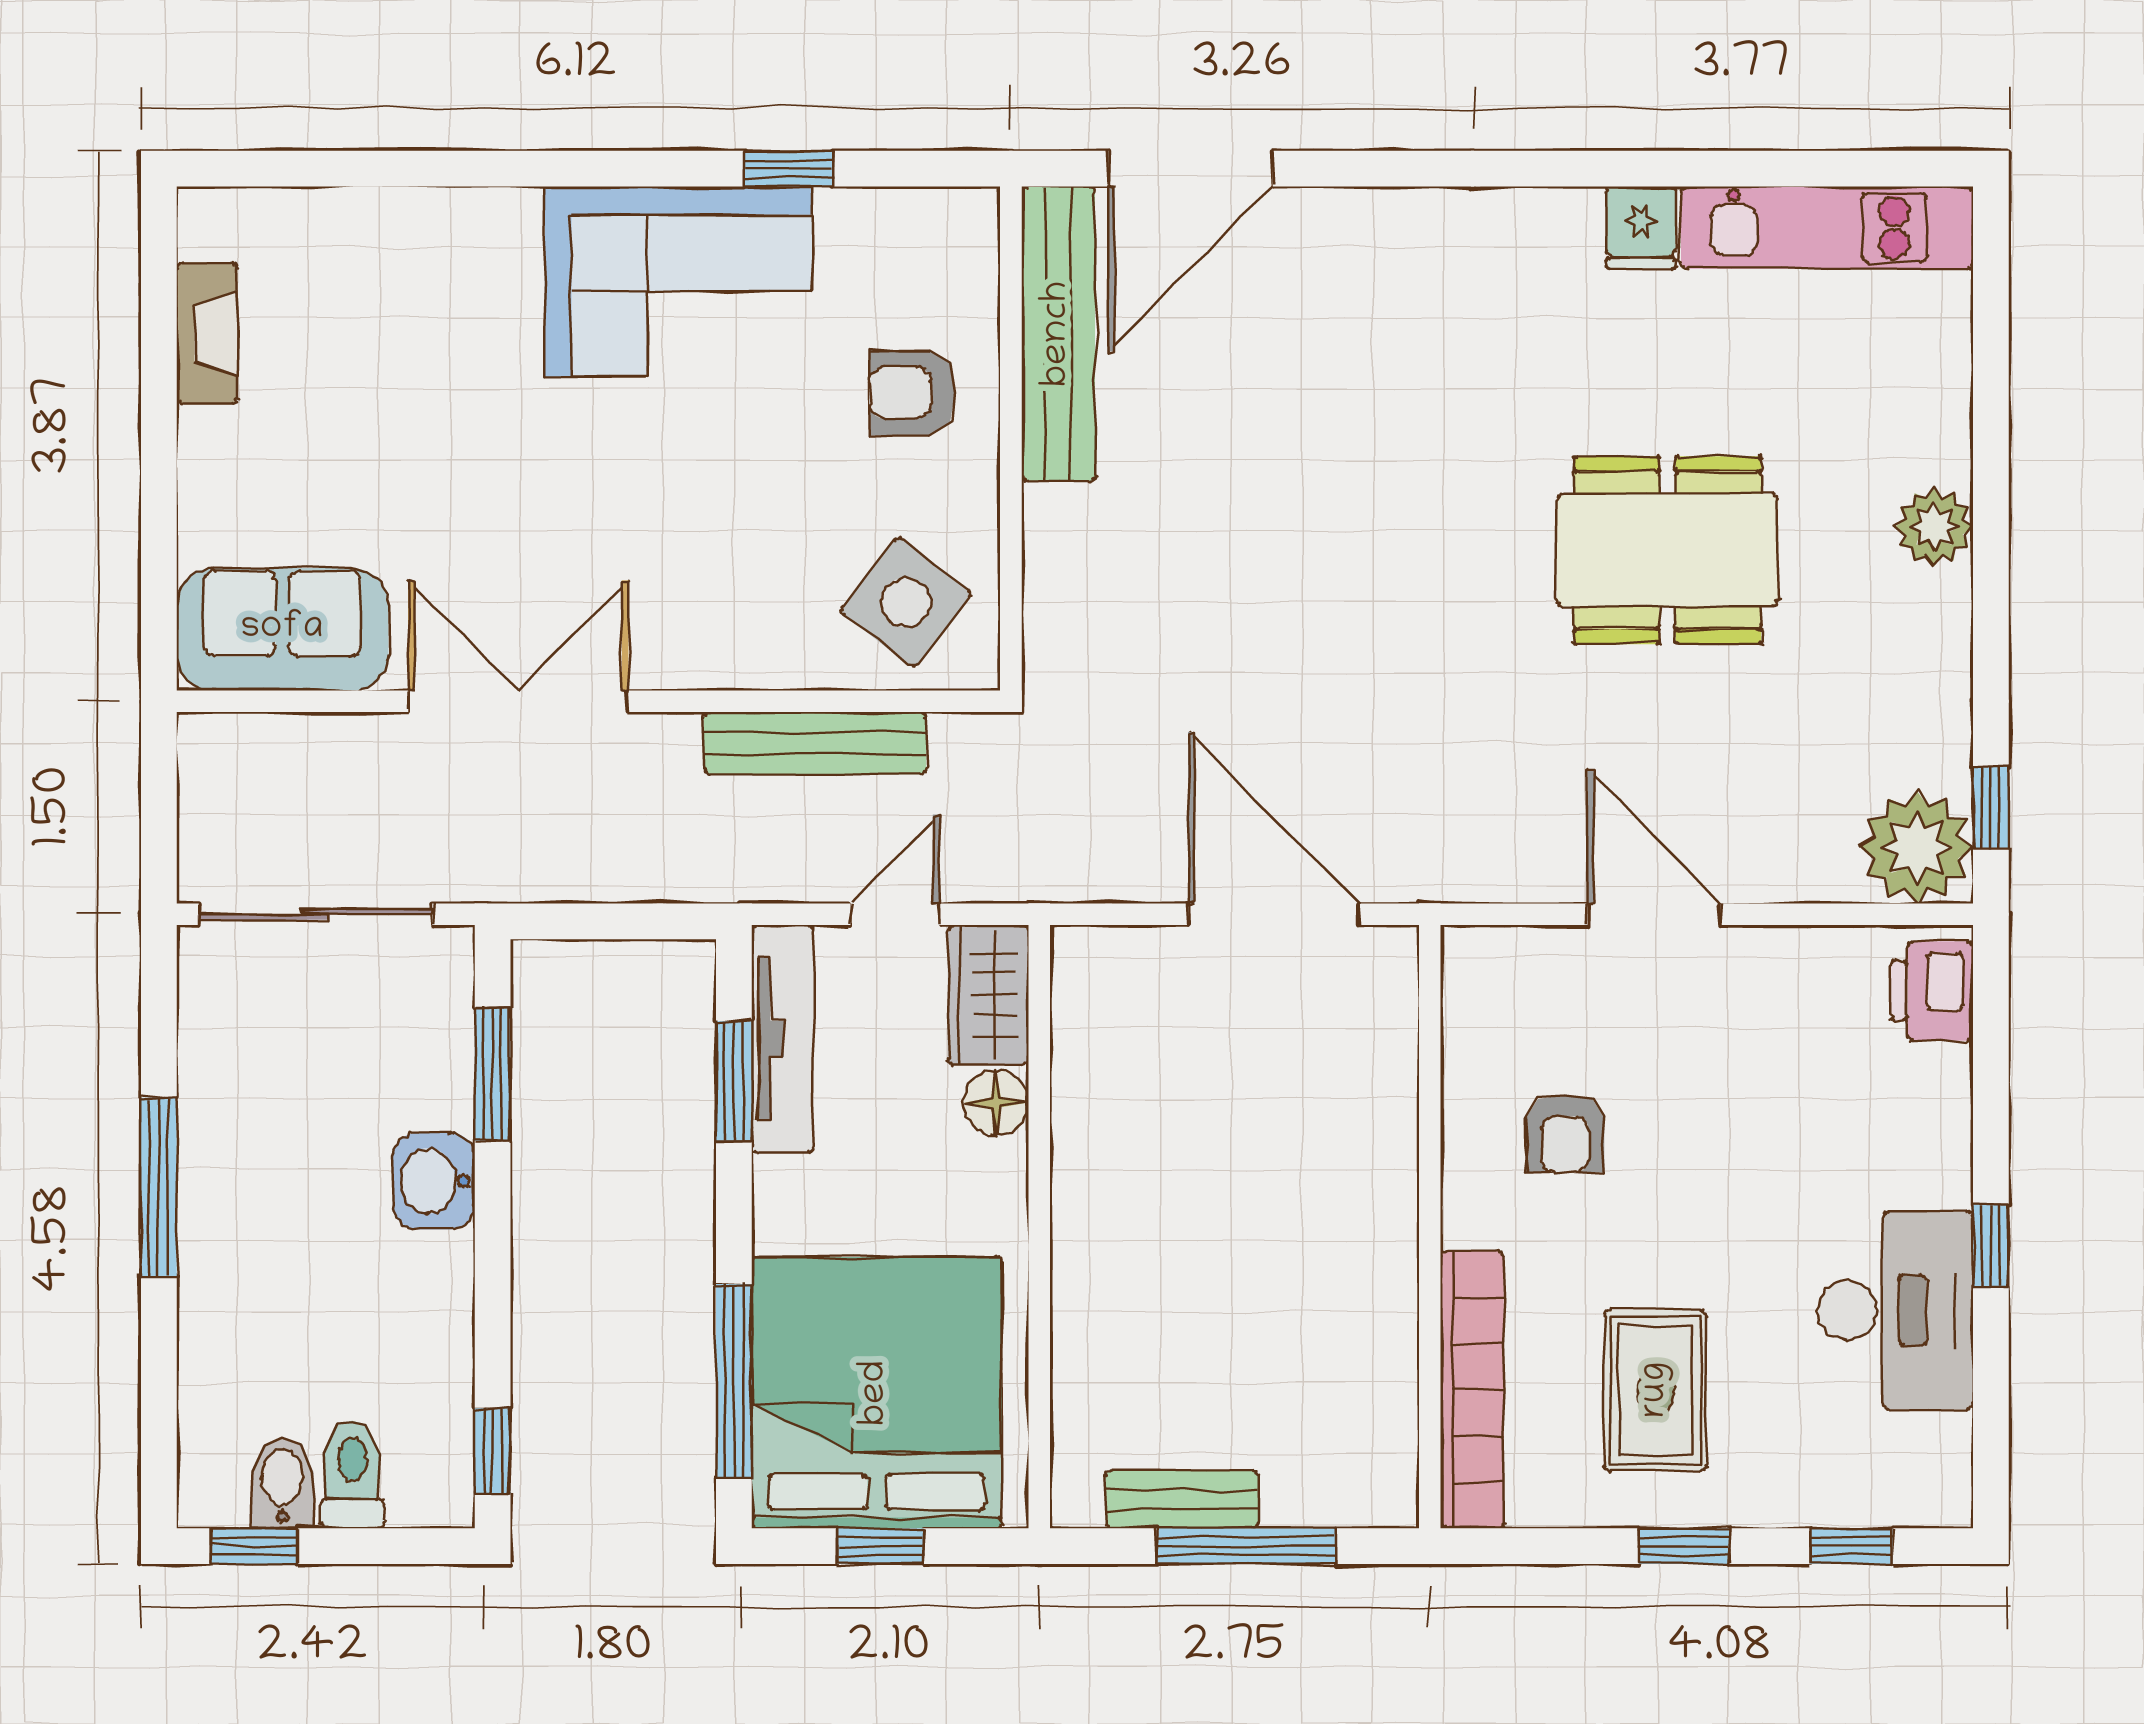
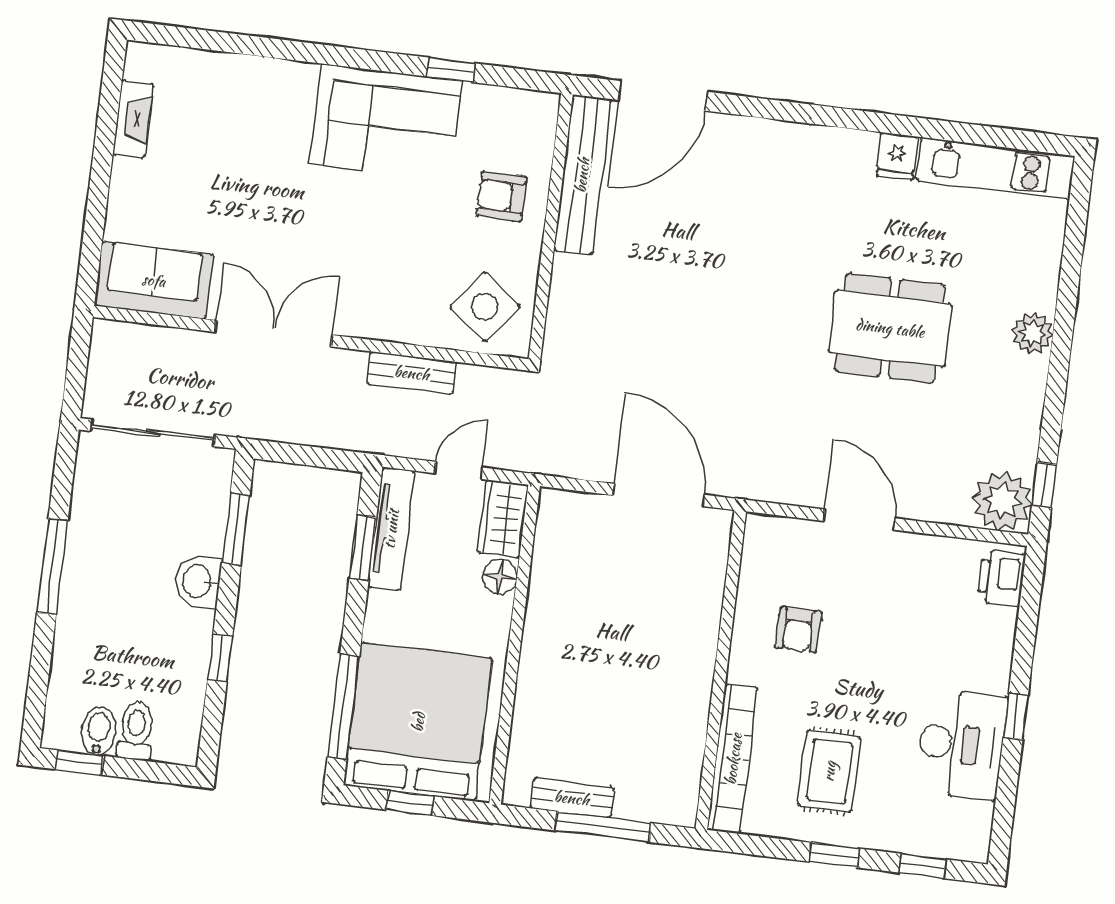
bench: (815, 743) -> (412, 373), width x0.73
window: (493, 1451) -> (220, 658), moved

